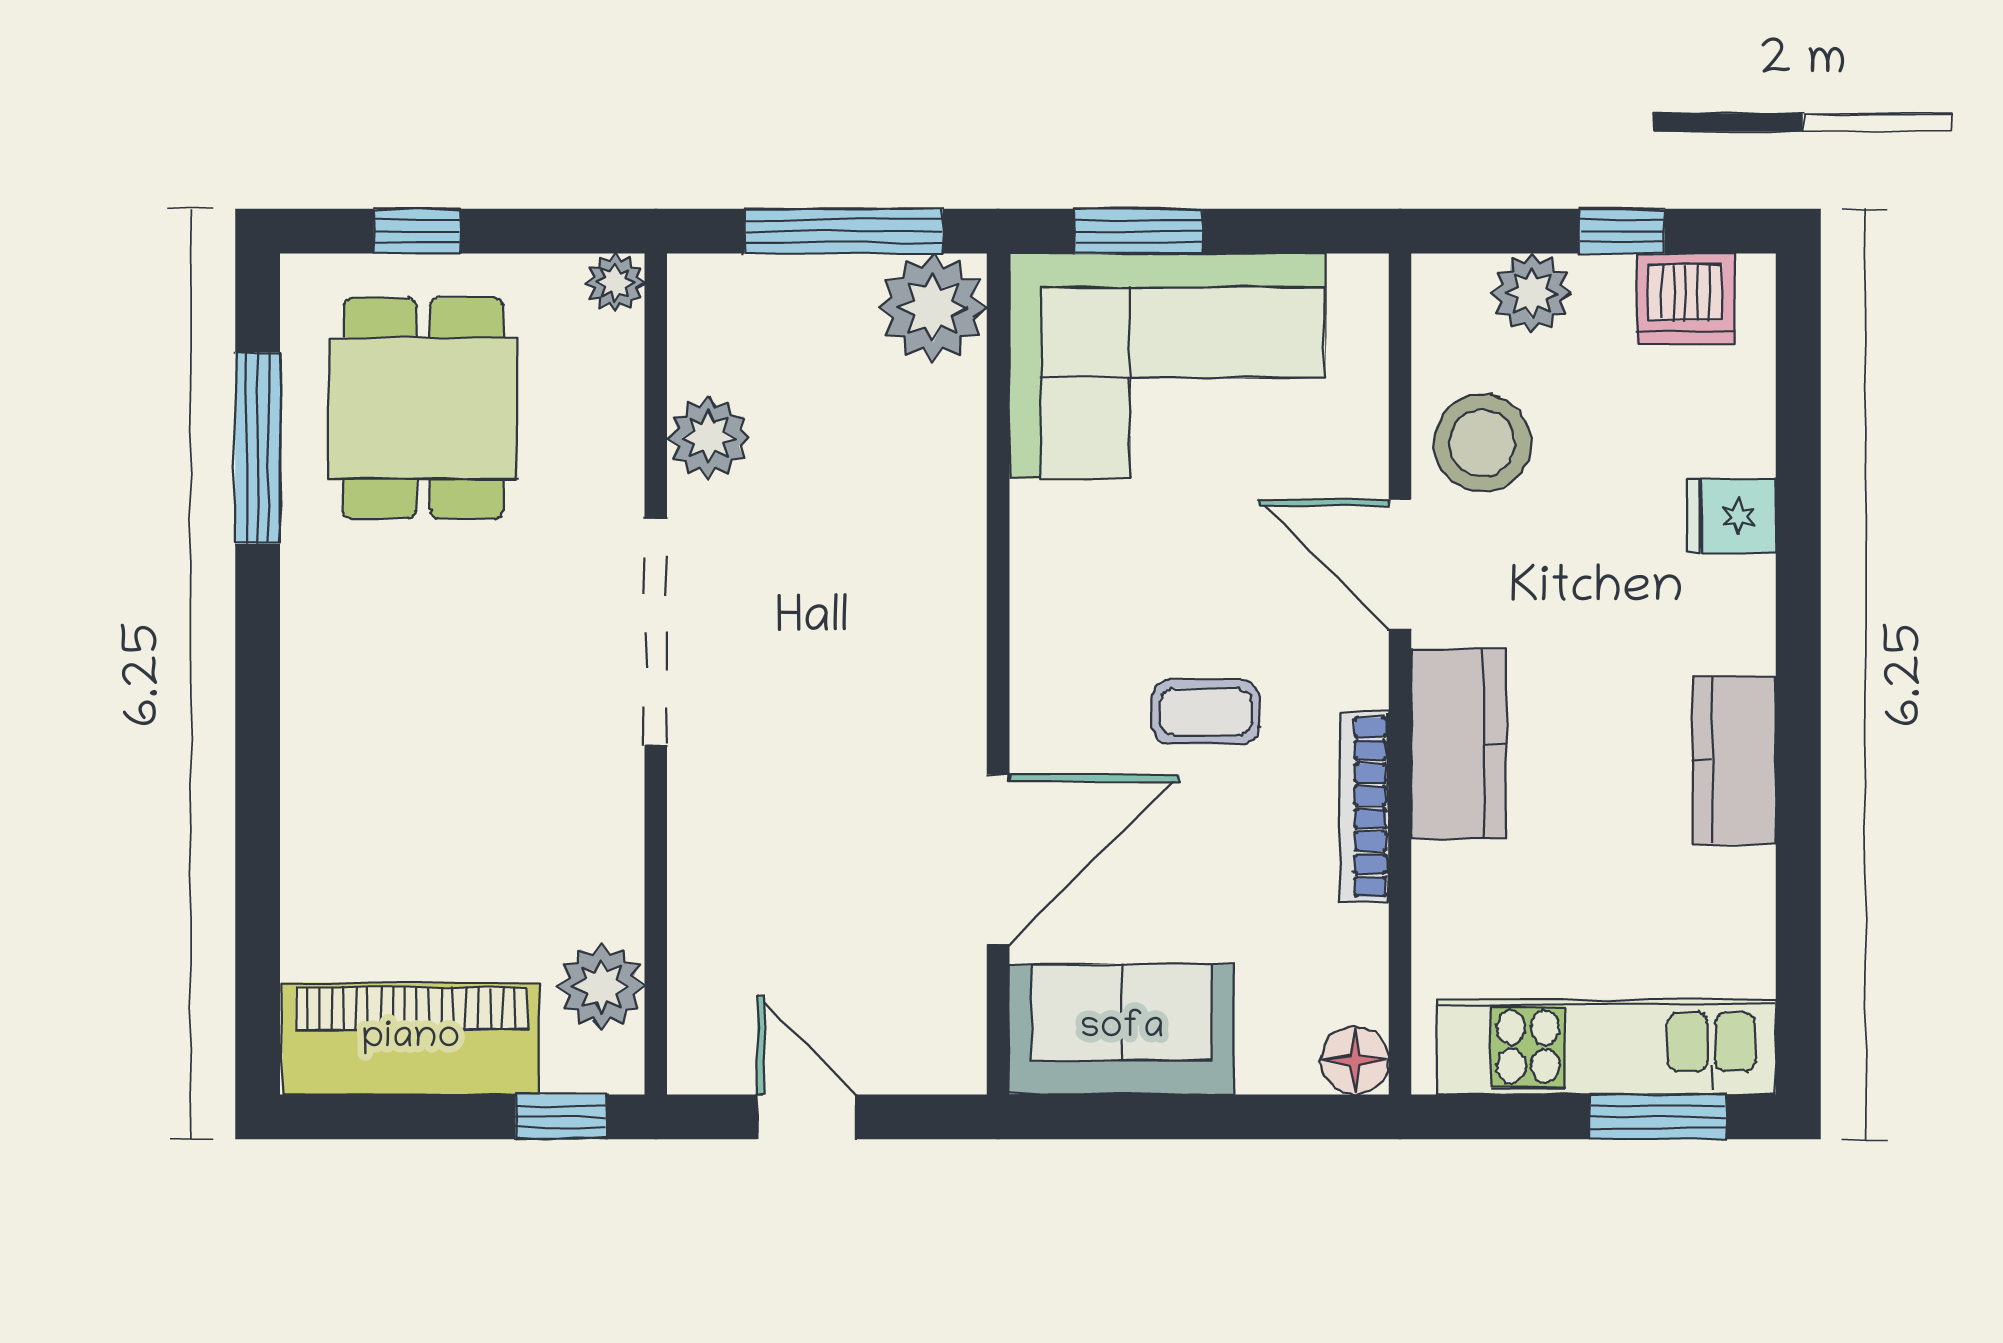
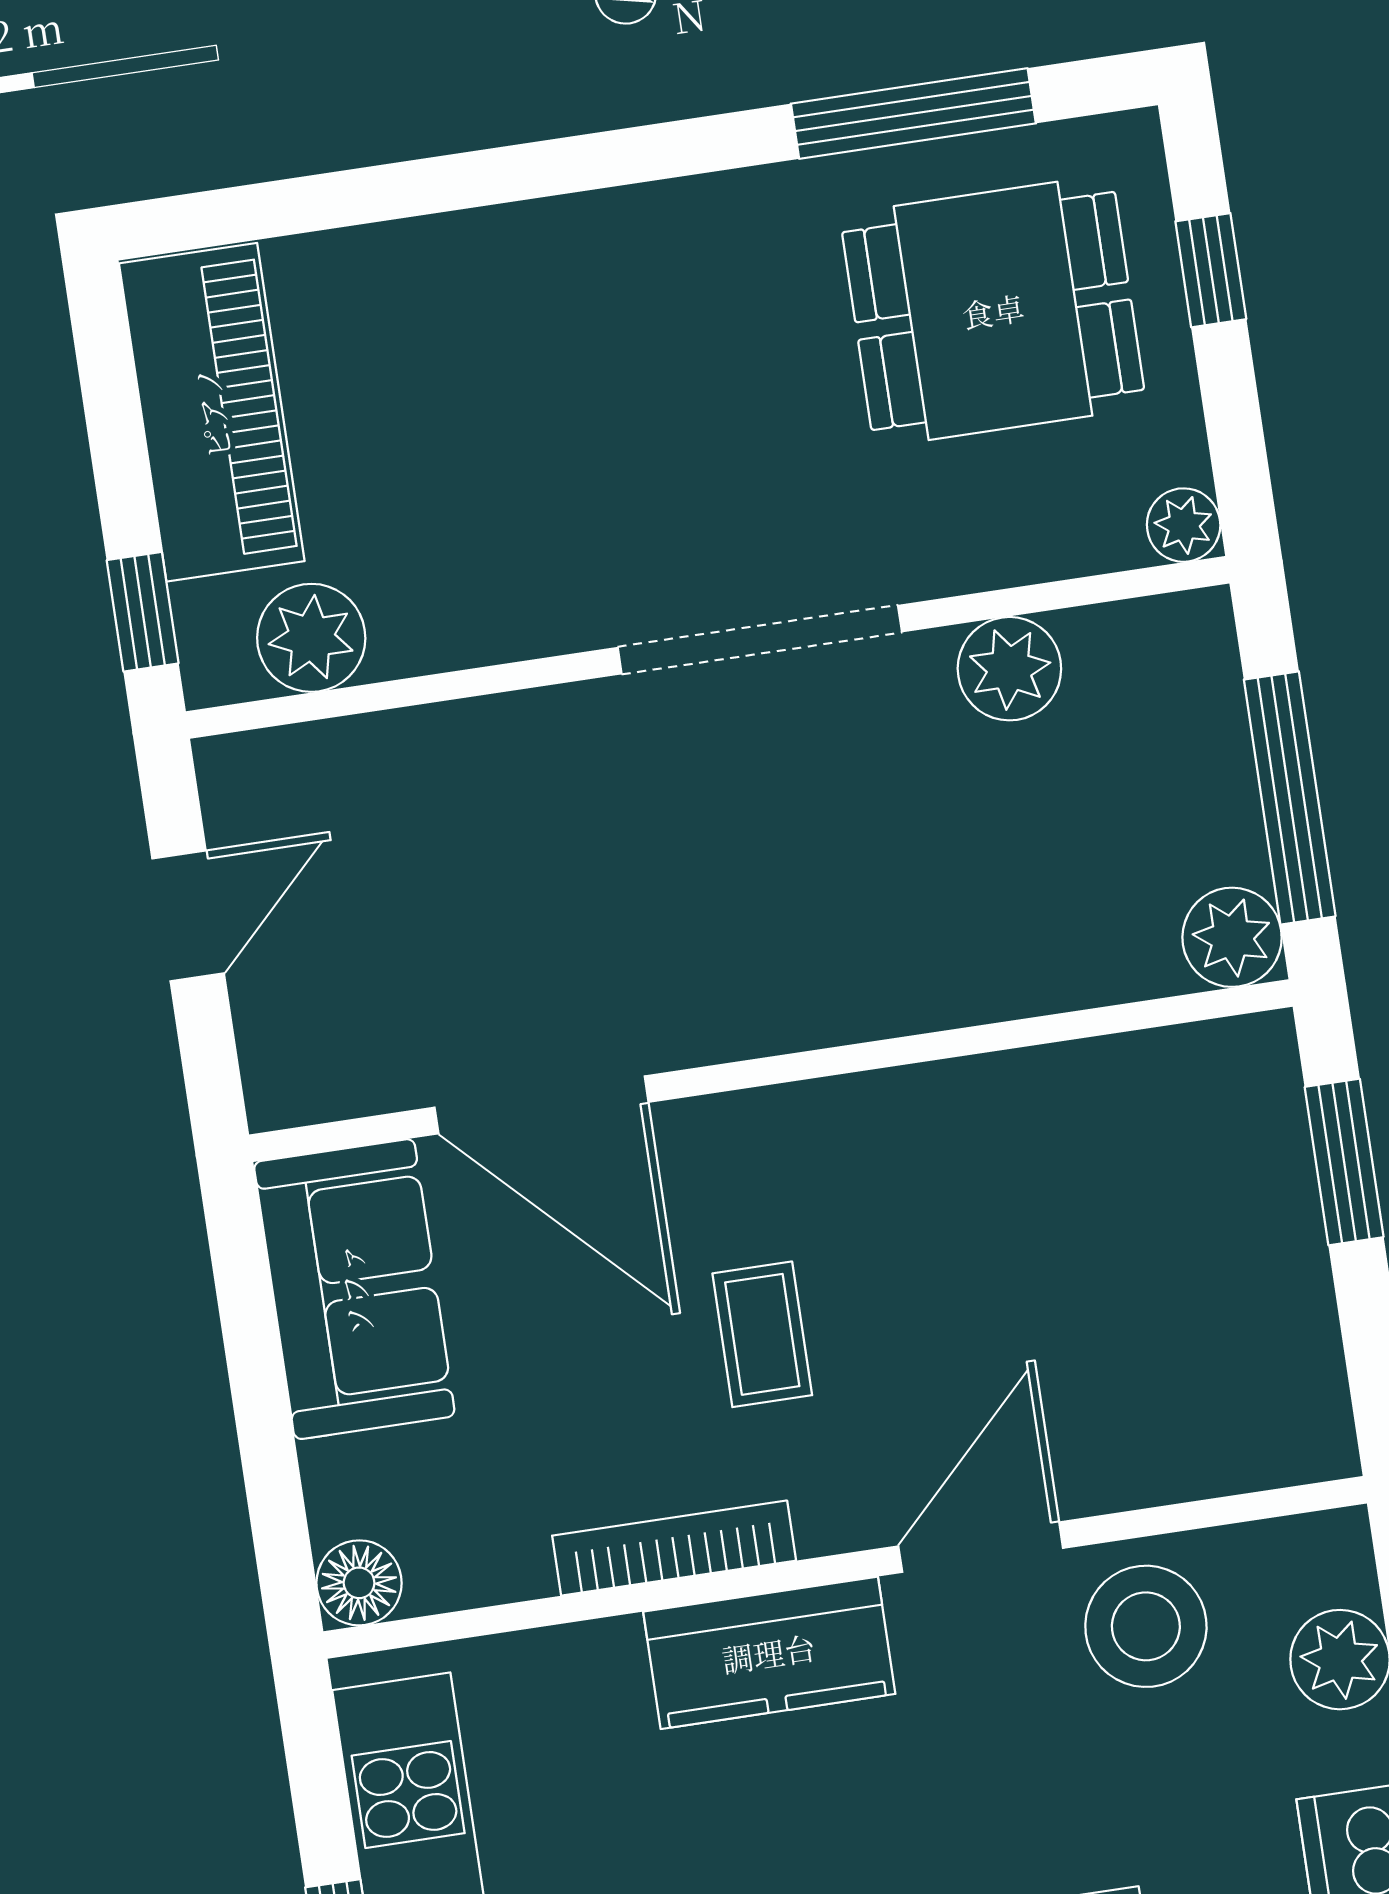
plant: (933, 308) -> (1232, 937), width x0.73, depth x0.73
corner sofa: (1167, 366) -> (1183, 1223), removed

